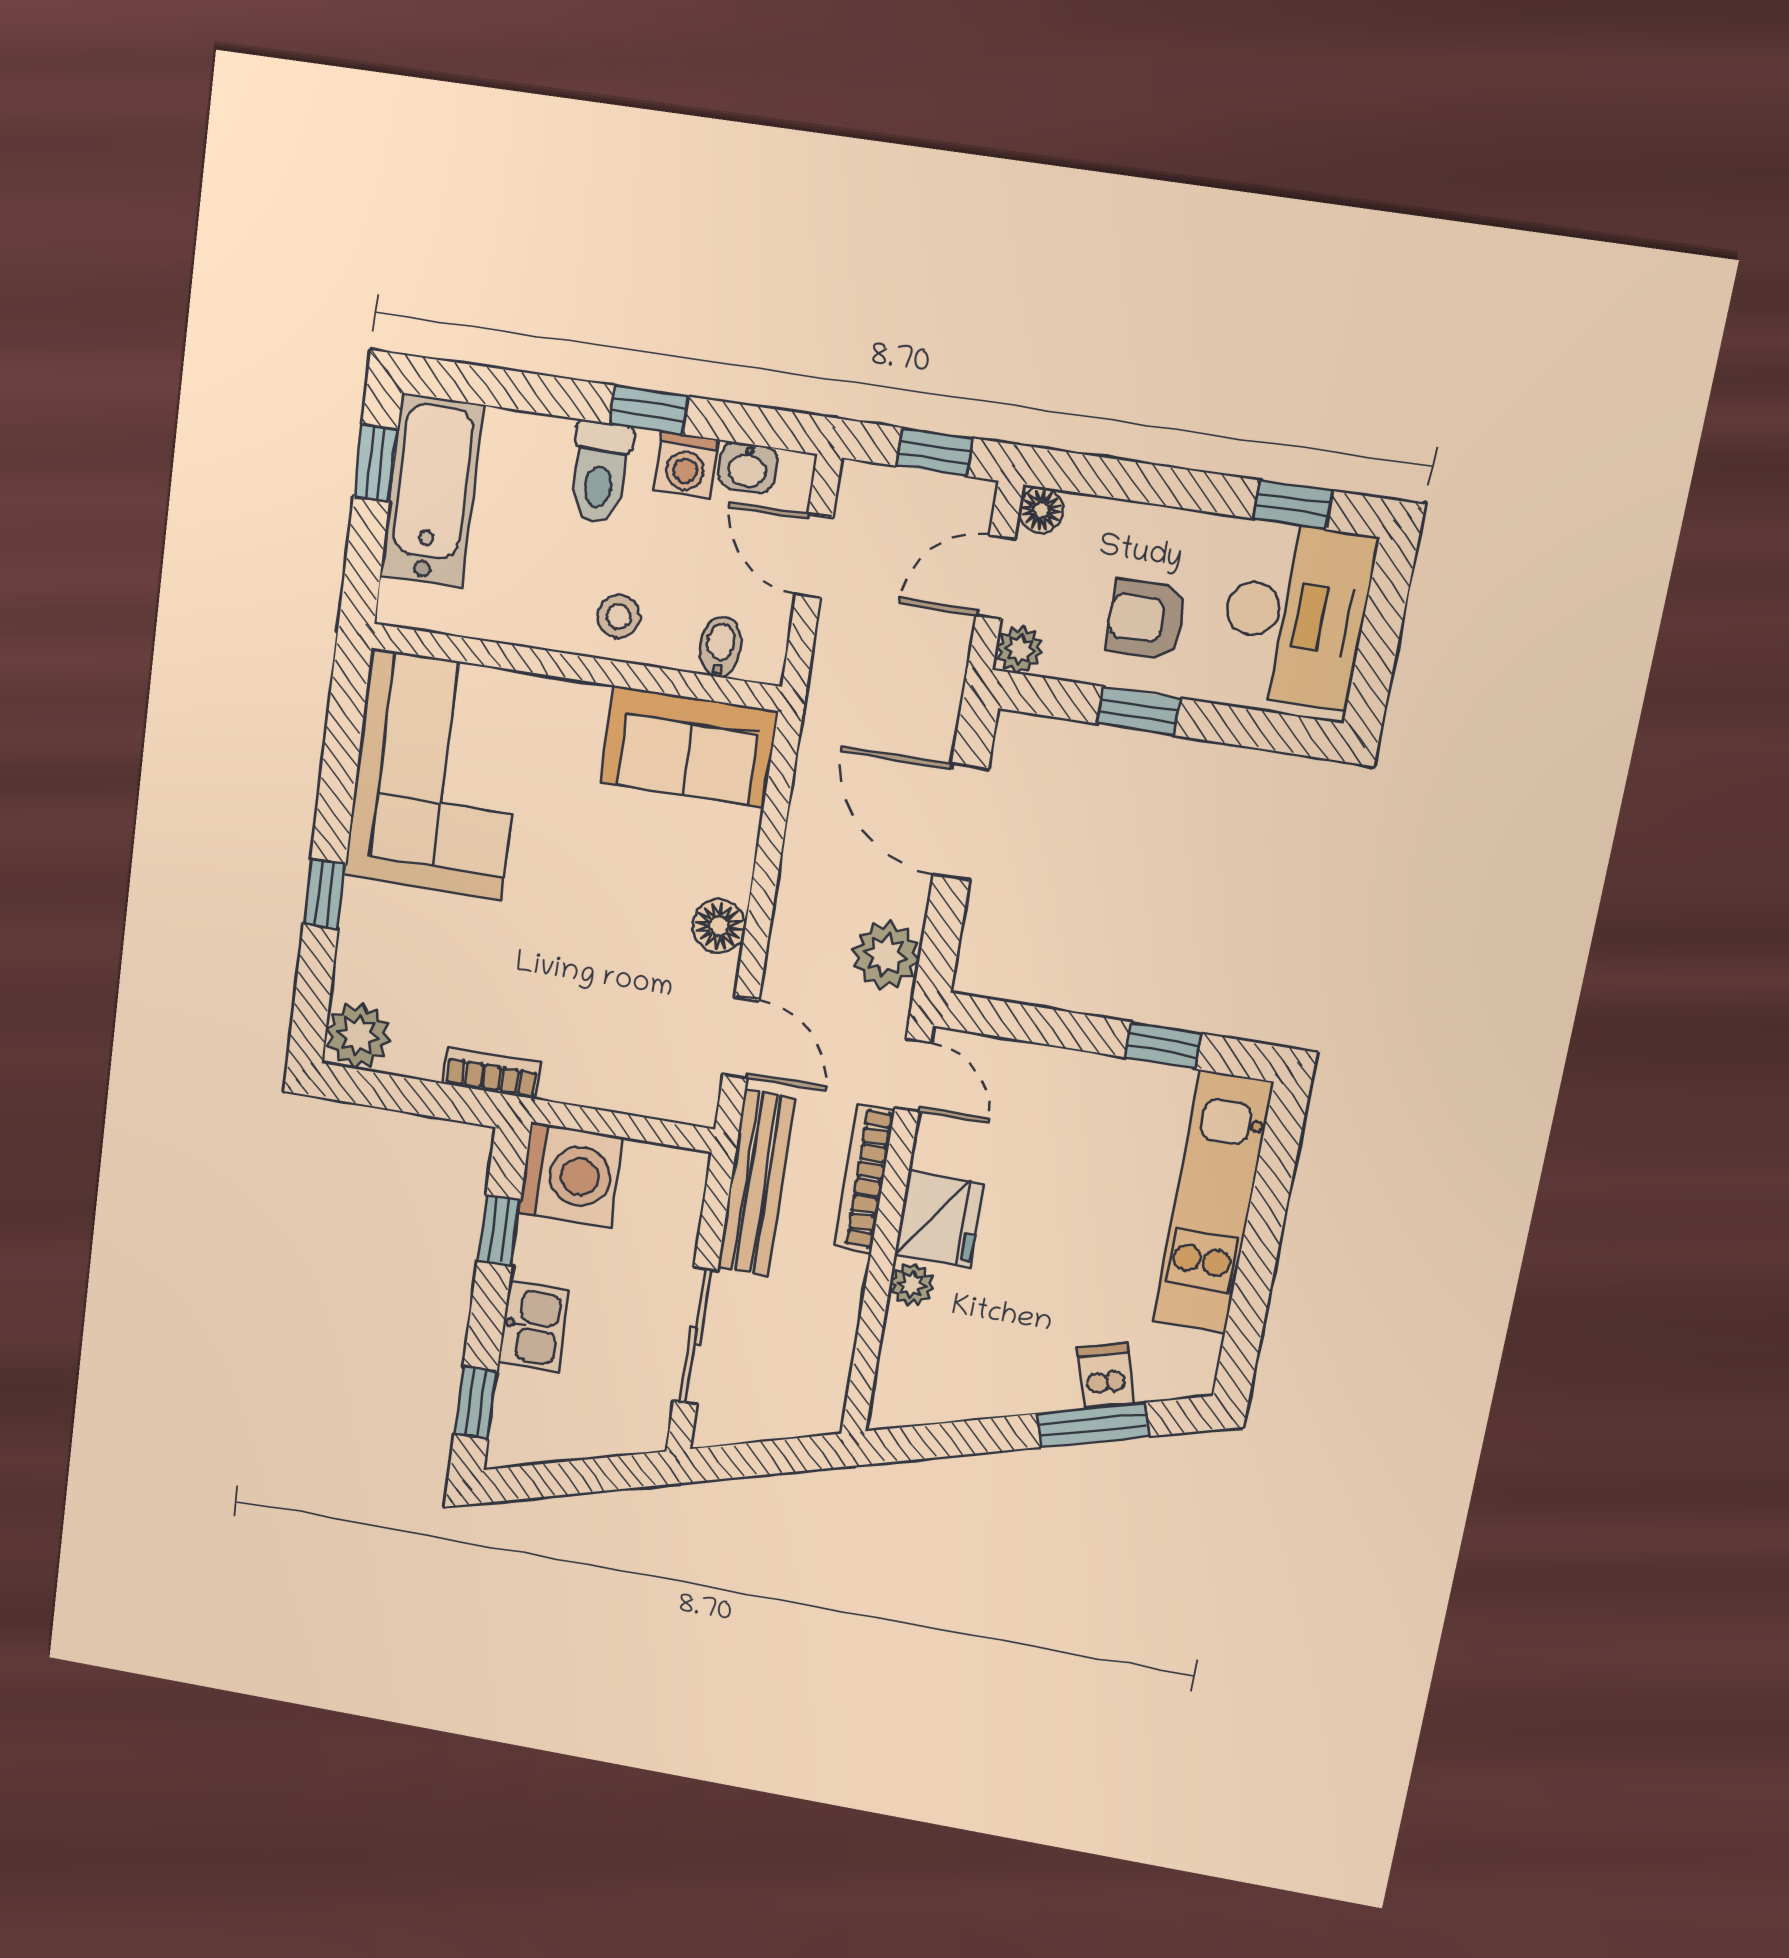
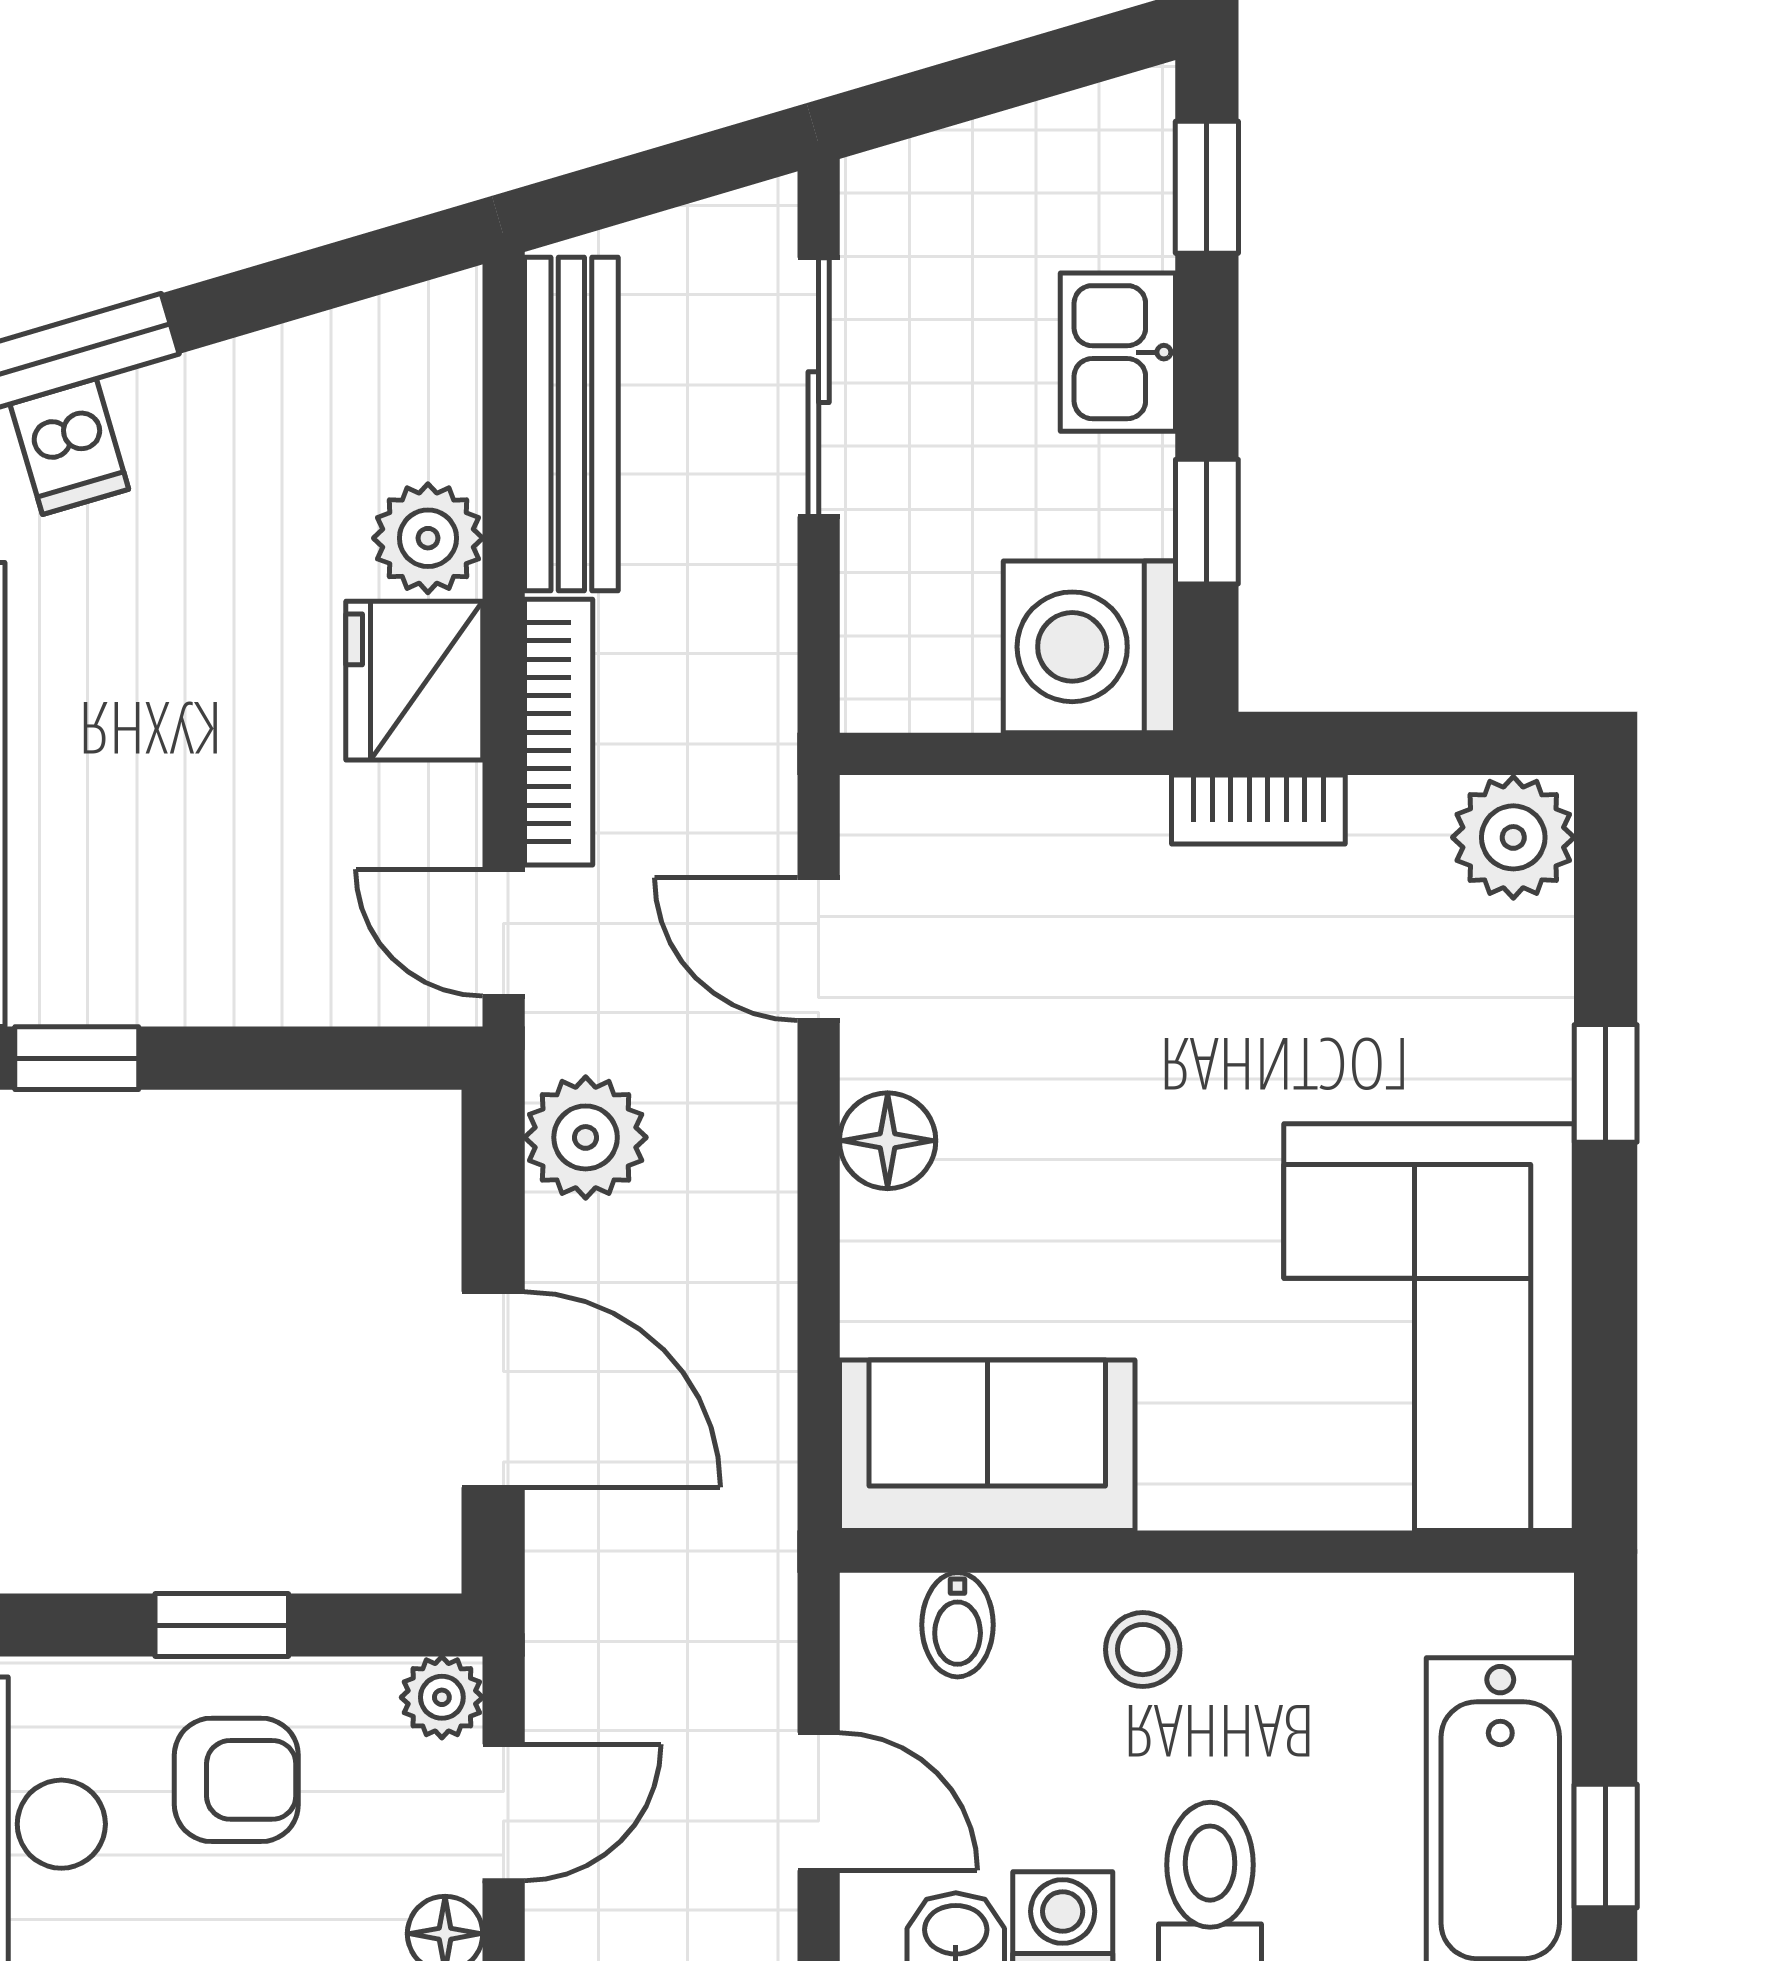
bench: (756, 1183) -> (571, 424), moved
plant: (912, 1284) -> (428, 538), width x1.38, depth x1.38

